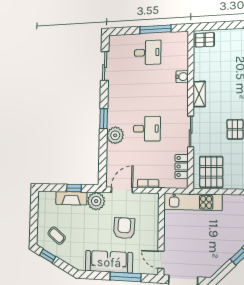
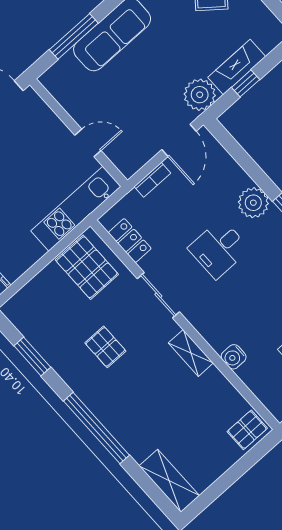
armchair: (124, 228) -> (131, 95), removed
door: (161, 260) -> (88, 143), moved

